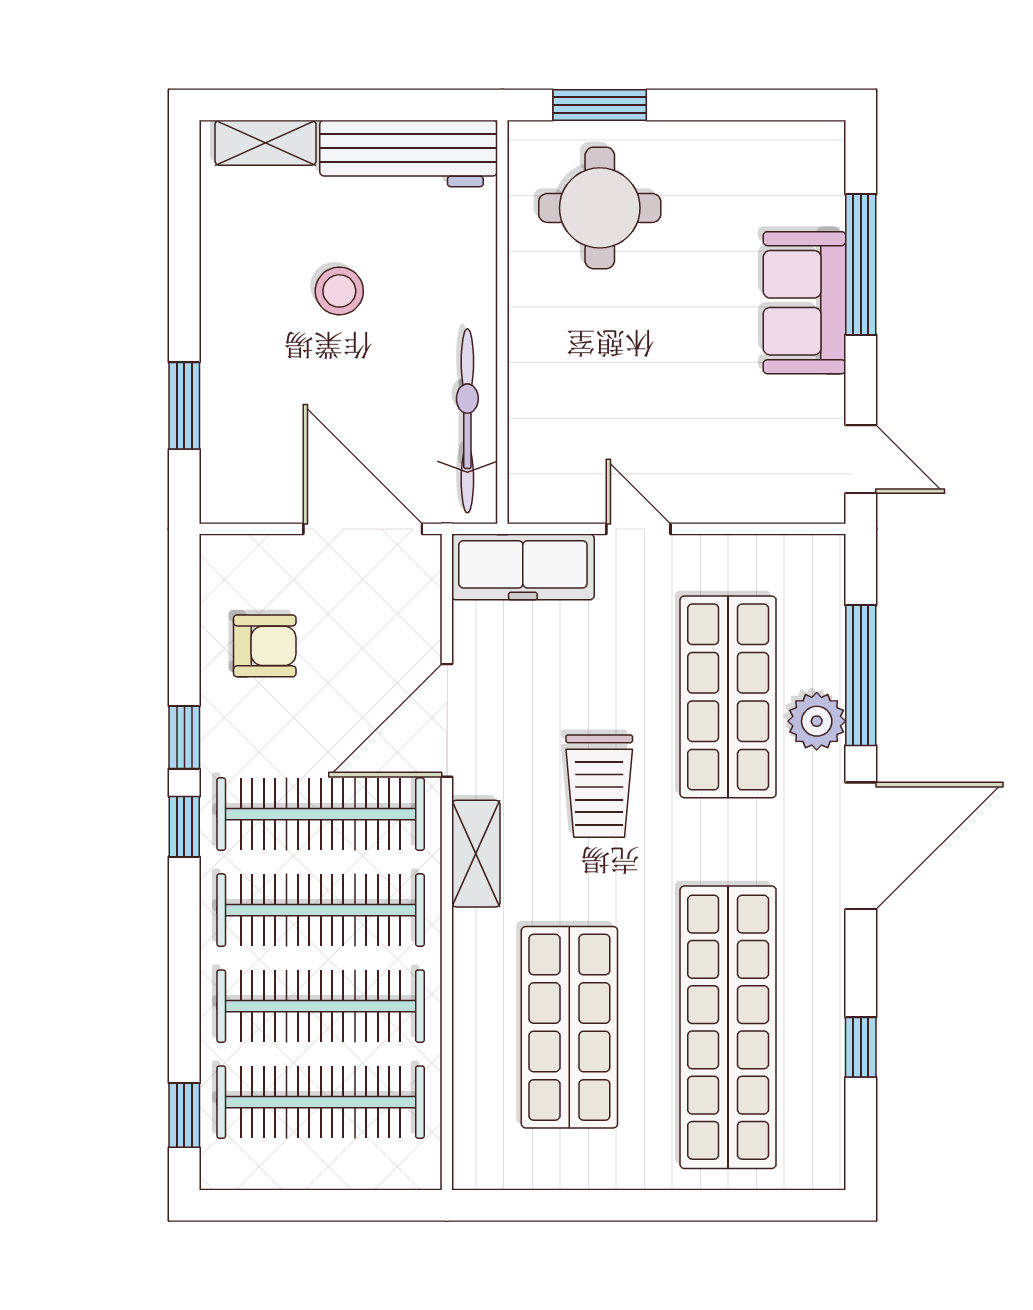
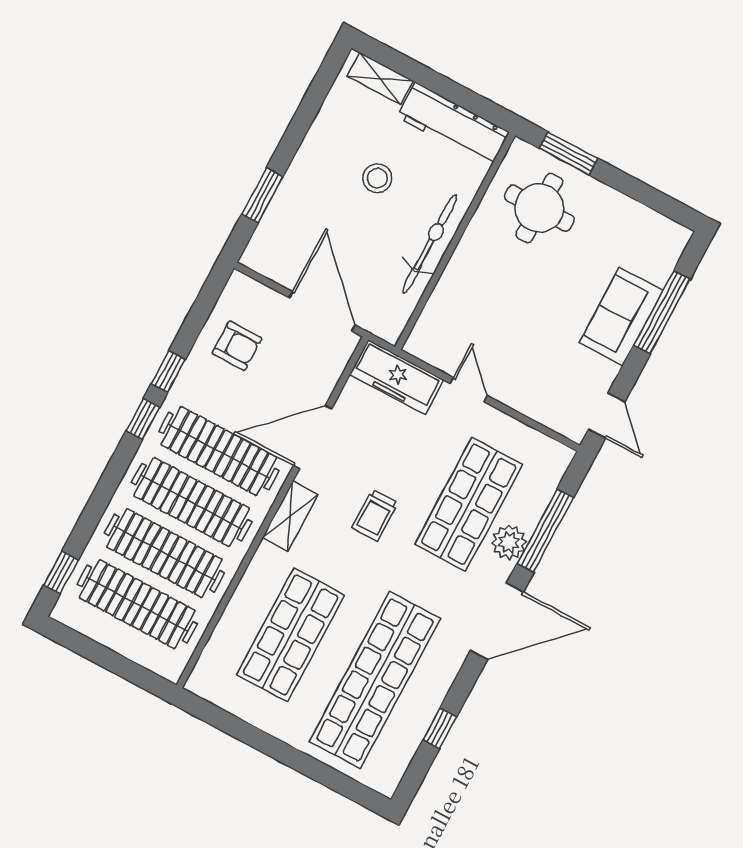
bicycle: (467, 421) -> (430, 244), moved
trolley: (599, 786) -> (375, 515), width x0.73, depth x0.72

